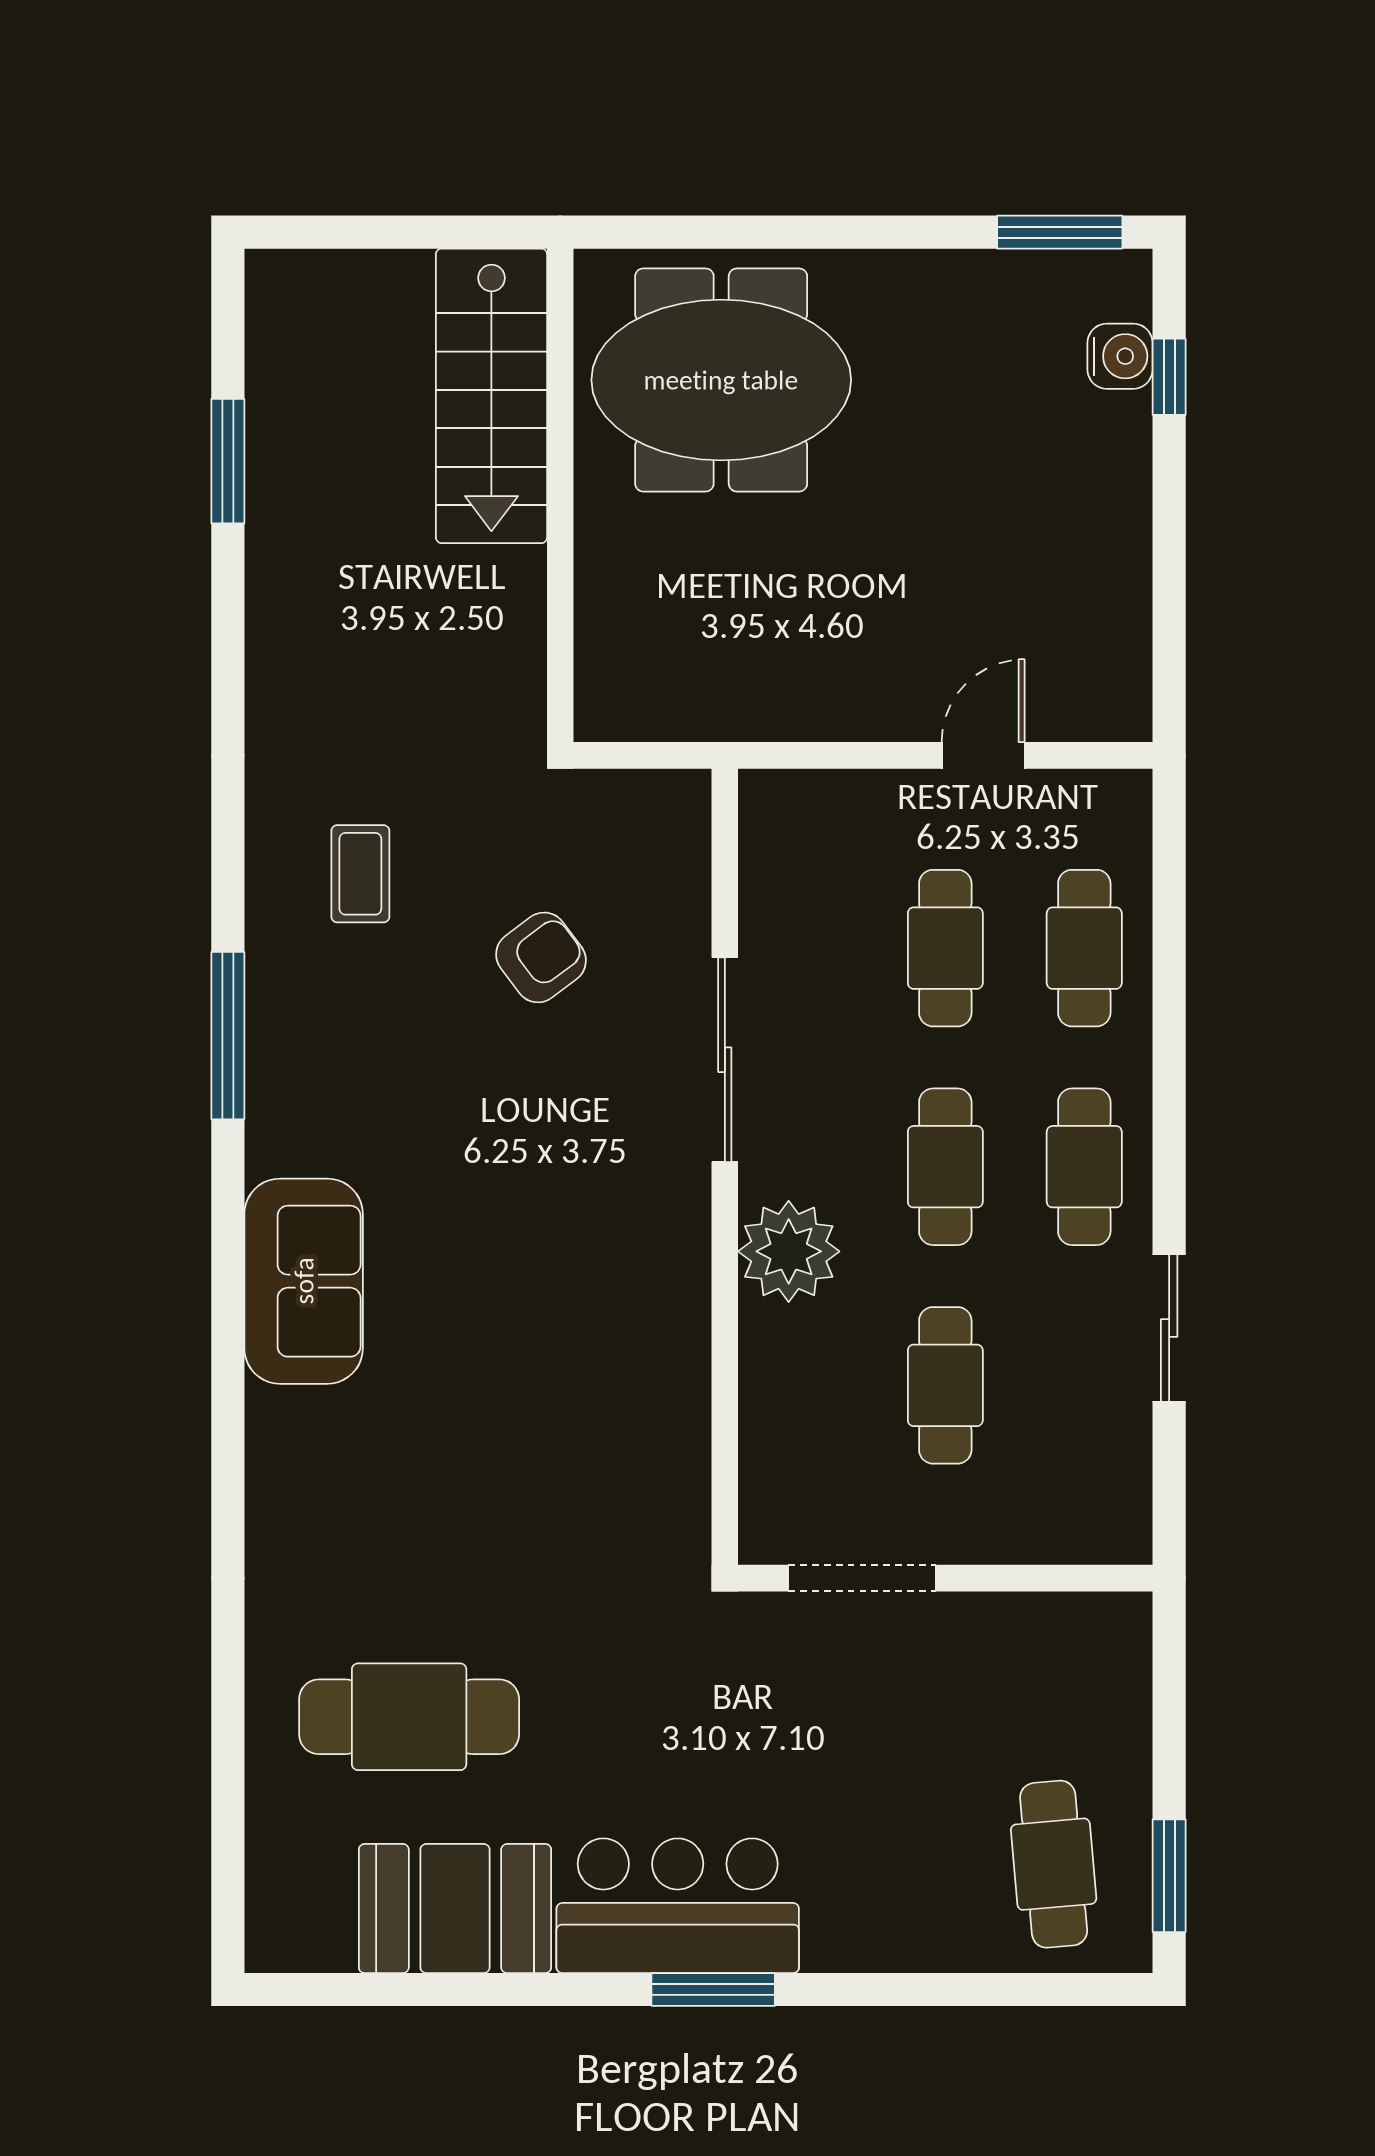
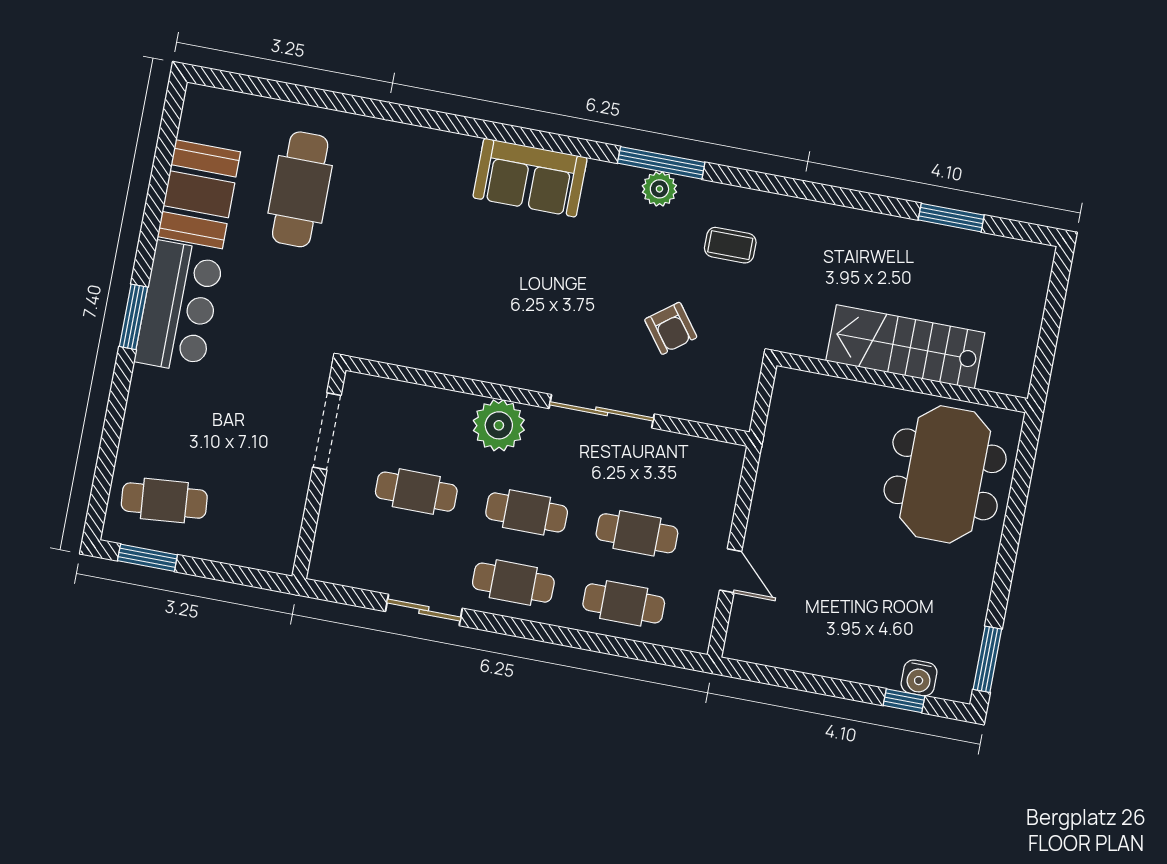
stairs: (491, 396) -> (905, 347), moved
plant: (278, 1030) -> (659, 189), added

